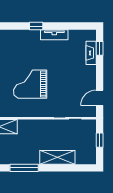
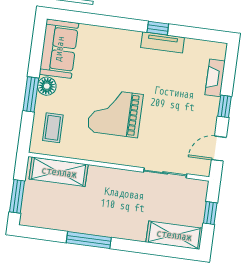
window: (36, 26) -> (158, 28), moved
window: (100, 48) -> (225, 106), moved
shelving: (57, 157) -> (174, 235), moved

